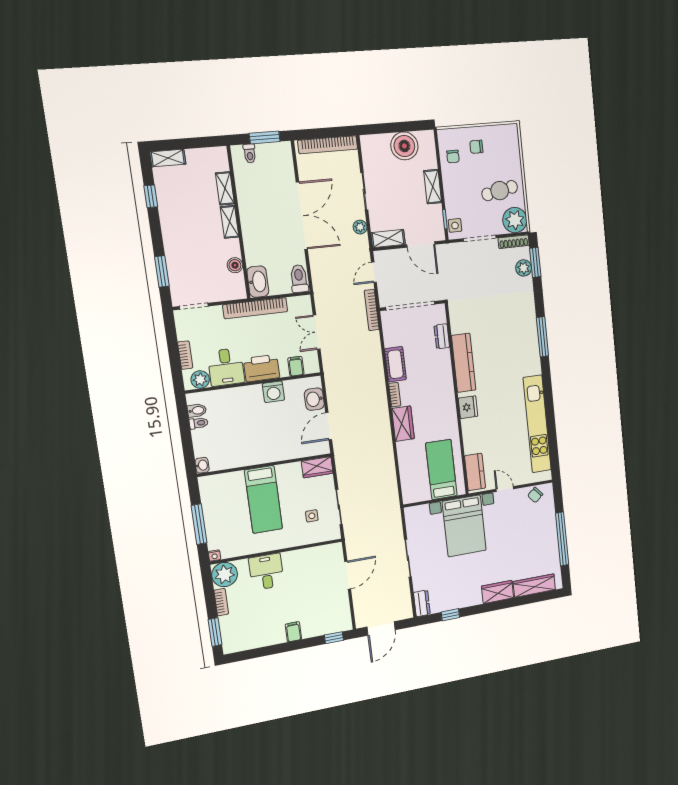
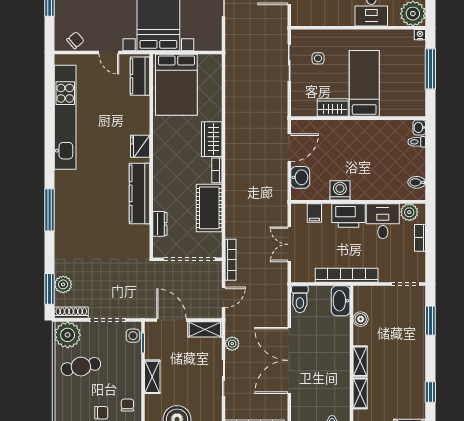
double door: (317, 332) -> (289, 244), swing flipped
cot: (395, 364) -> (209, 208), width x1.37, depth x1.34
toilet: (199, 423) -> (417, 142), moved
wardrobe: (317, 467) -> (333, 108), moved
bed: (441, 469) -> (176, 85), width x1.50

